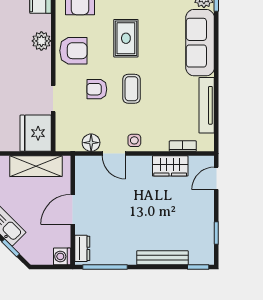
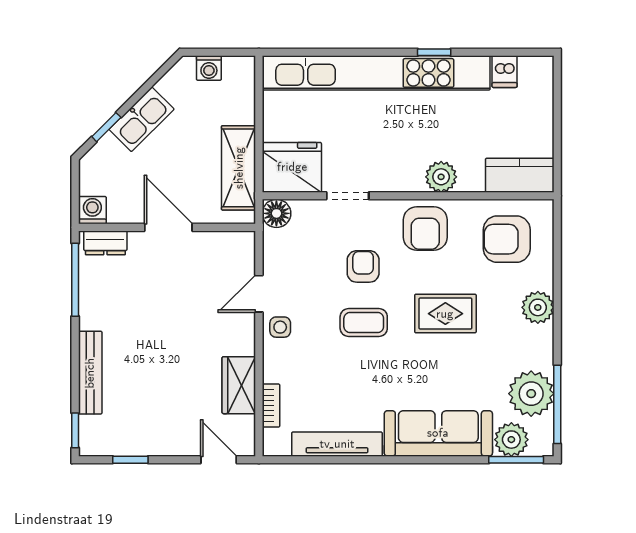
floor lamp: (91, 143) -> (276, 213), moved

